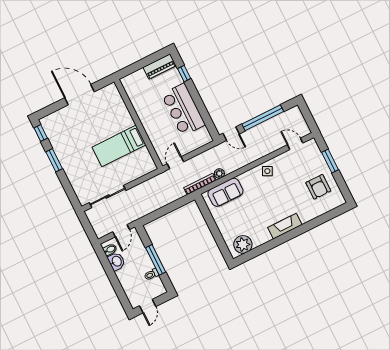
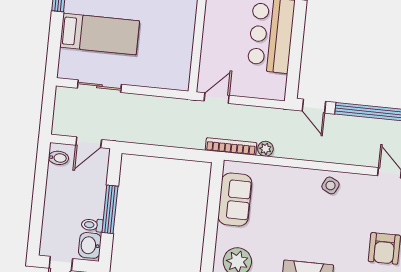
bed: (119, 146) -> (100, 34), moved, turned 180
sofa: (225, 192) -> (235, 199), moved, turned -90
sliding door: (108, 197) -> (99, 86), width x0.73
washbasin: (116, 261) -> (90, 245), moved, turned 180

